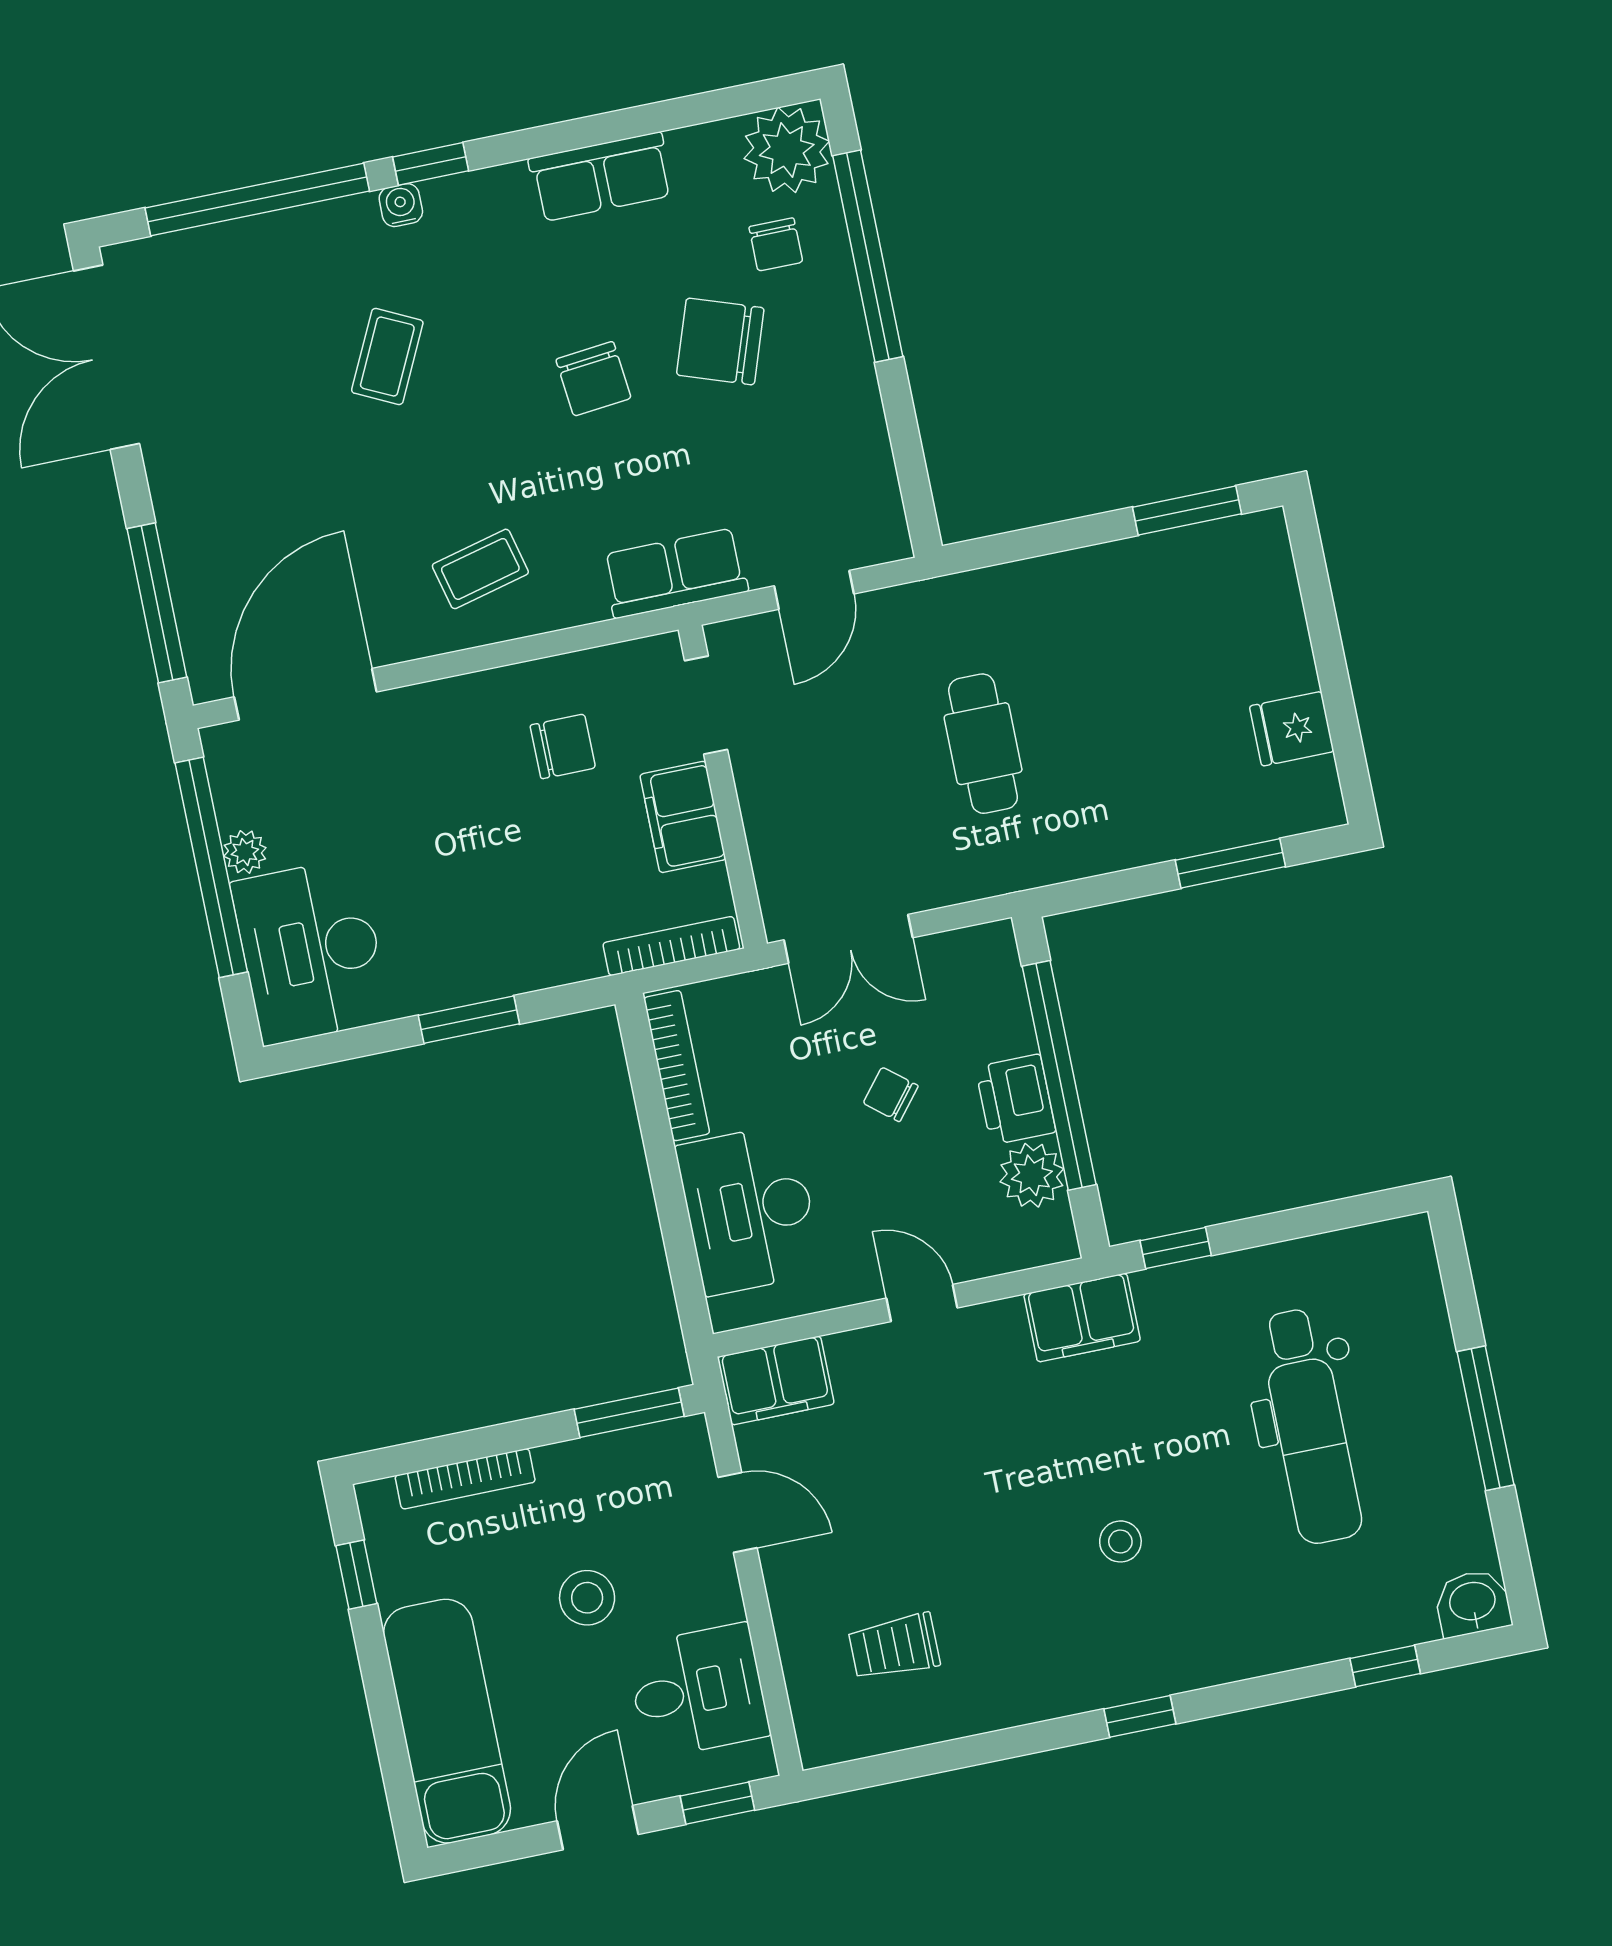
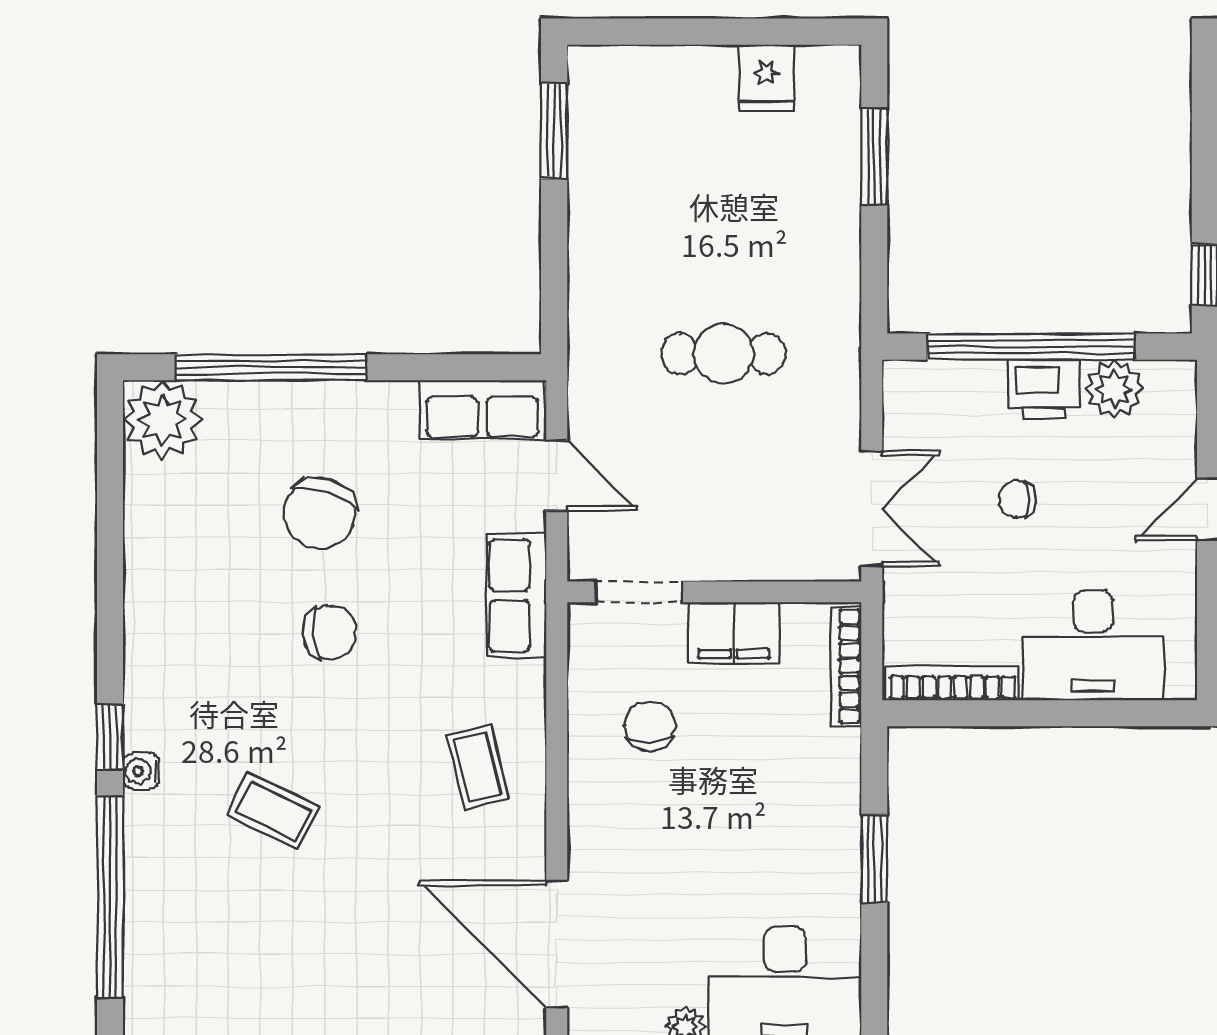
row of seats: (601, 177) -> (482, 410), moved, turned 90
chair: (776, 244) -> (244, 446), removed
chair: (891, 1094) -> (1017, 499), turned 51

